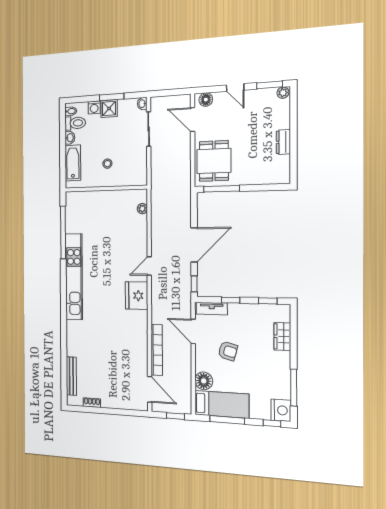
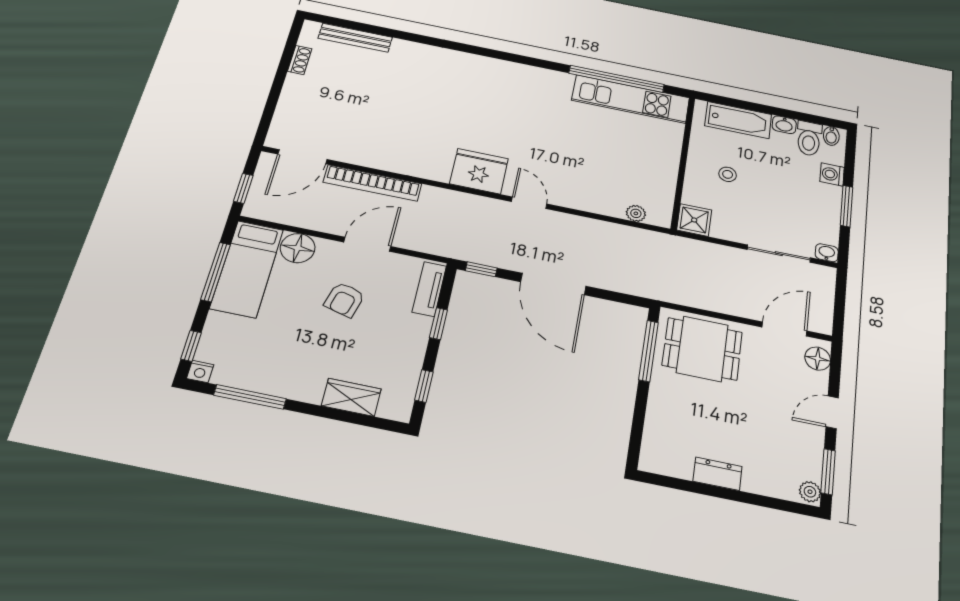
shower: (109, 109) -> (694, 220), moved
kitchen unit: (74, 277) -> (631, 99), moved, width x0.73
door: (193, 331) -> (367, 244), moved
nightstand: (281, 410) -> (200, 372), width x0.53, depth x0.56

